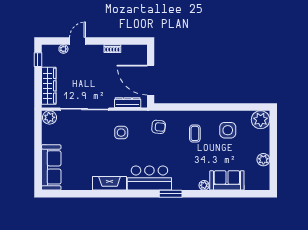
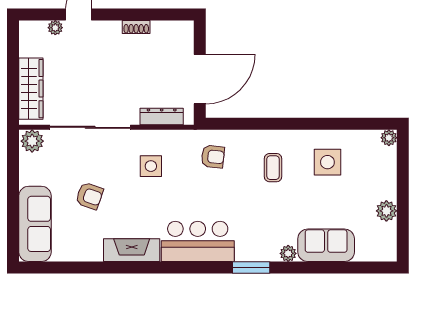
window: (38, 60) -> (13, 45), removed
door: (151, 80) -> (200, 79), swing flipped
plant: (261, 120) -> (389, 138), width x0.53, depth x0.53
armchair: (84, 151) -> (89, 196), added
window: (171, 194) -> (251, 267), moved

